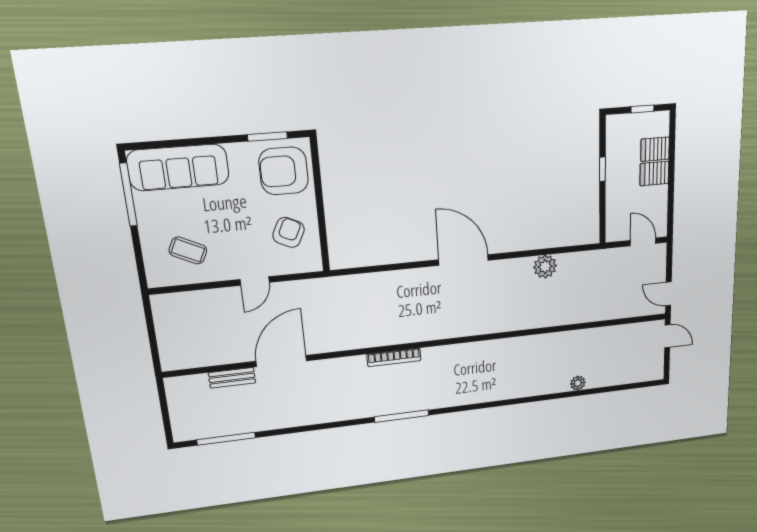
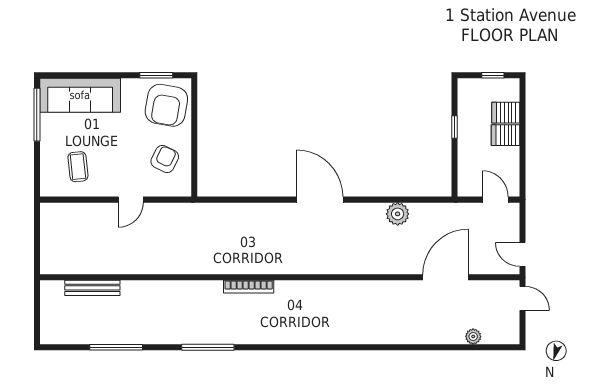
armchair: (284, 171) -> (166, 105), turned -80
coffee table: (188, 250) -> (78, 167), turned 58
door: (281, 361) -> (446, 277), moved
bench: (232, 378) -> (92, 288), width x1.36
plant: (578, 383) -> (473, 336), moved
window: (402, 416) -> (208, 347), moved
window: (226, 439) -> (116, 347), moved

